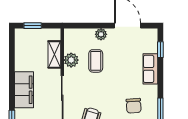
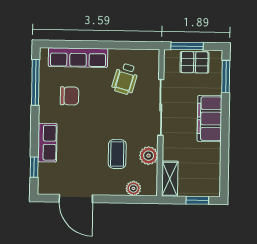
plant: (101, 34) -> (133, 188), moved
shelving: (54, 54) -> (170, 179), moved
chair: (134, 106) -> (69, 96), turned 94

